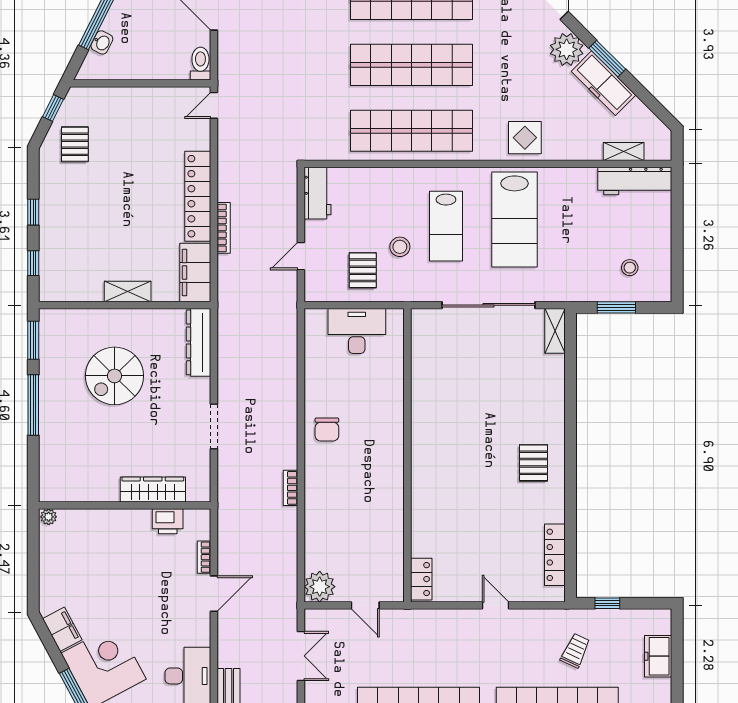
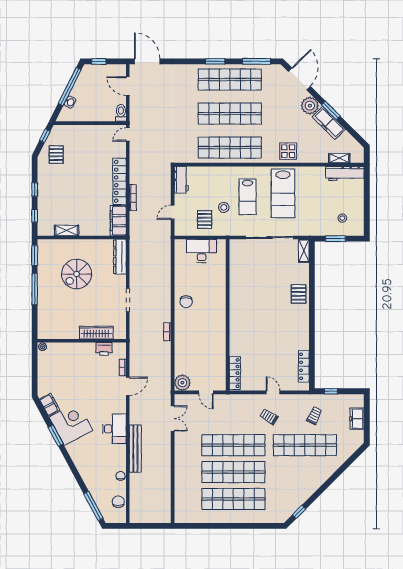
shelving: (128, 292) -> (67, 230), moved
pallet: (533, 463) -> (299, 294), moved
locker: (421, 579) -> (235, 373), width x1.53
trolley: (487, 653) -> (269, 417), added

